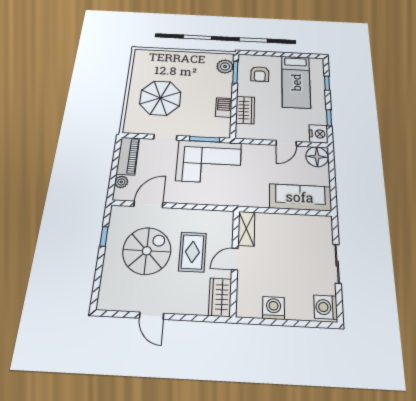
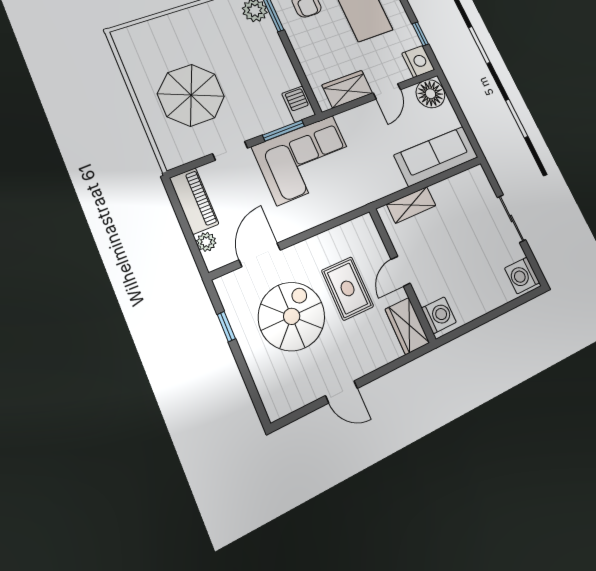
barbecue: (224, 108) -> (299, 104), moved
wardrobe: (245, 110) -> (347, 89), moved, turned -90
shelving: (246, 229) -> (411, 205), moved, turned 90
washing machine: (274, 308) -> (439, 315), moved, turned 90

